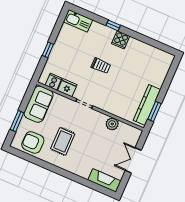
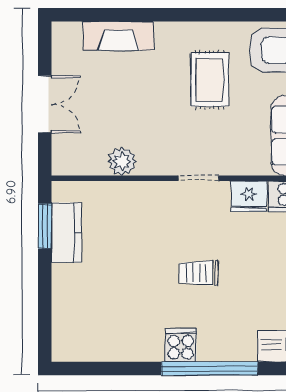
window: (113, 25) -> (209, 368), width x3.17
kitchen counter: (147, 105) -> (66, 233), width x0.67
fireplace: (104, 180) -> (118, 36), moved

